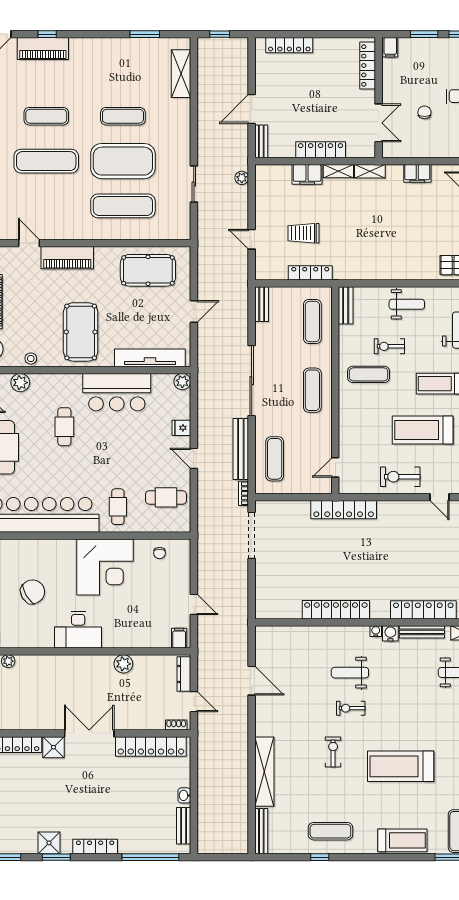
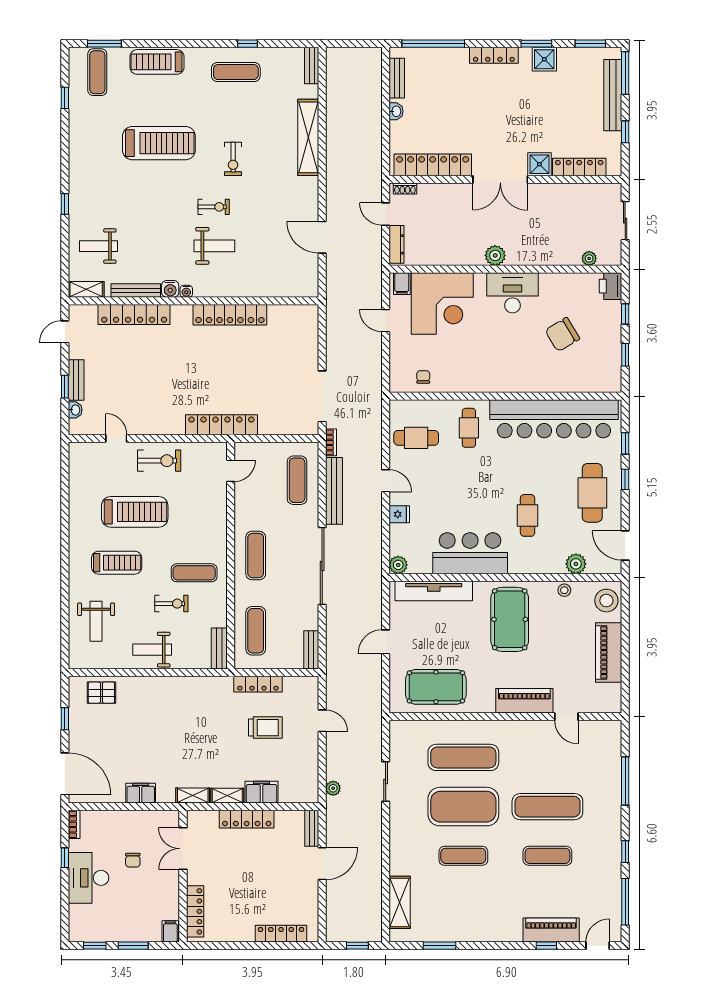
corner desk: (105, 567) -> (442, 304), moved, turned 180
plant: (123, 664) -> (495, 255), moved
bench: (261, 831) -> (312, 66), width x0.73

